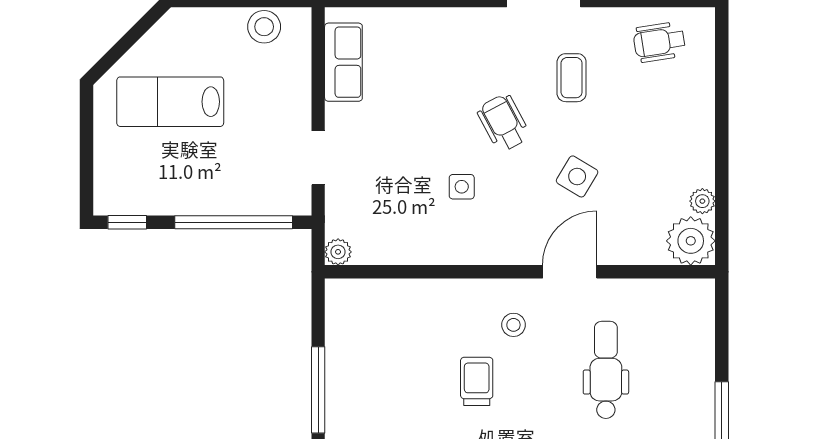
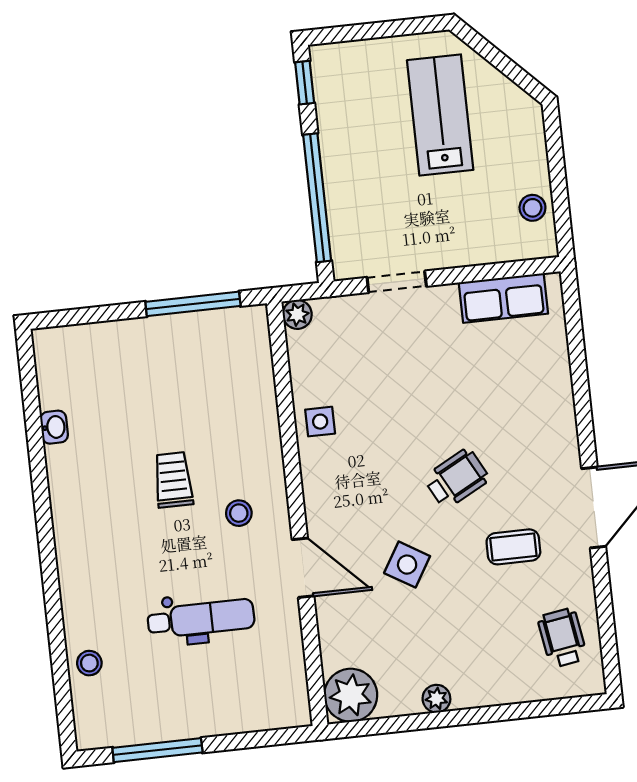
stool: (264, 27) -> (532, 208), width x0.73, depth x0.73
side table: (462, 187) -> (320, 422), moved
plant: (702, 201) -> (436, 699), moved
trolley: (477, 381) -> (173, 480), turned -90
window: (318, 390) -> (193, 304), moved

